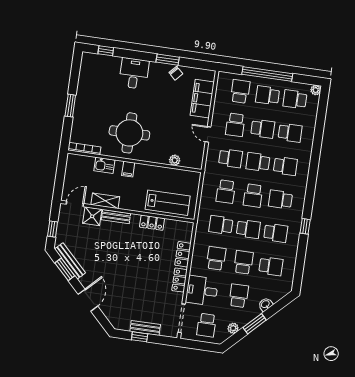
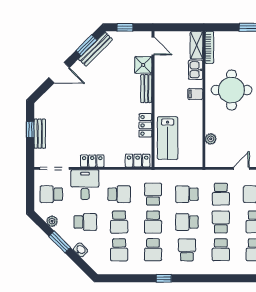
shelving: (105, 201) -> (196, 45), moved
locker: (183, 254) -> (138, 161), moved
school desk: (243, 262) -> (119, 222), turned 90

